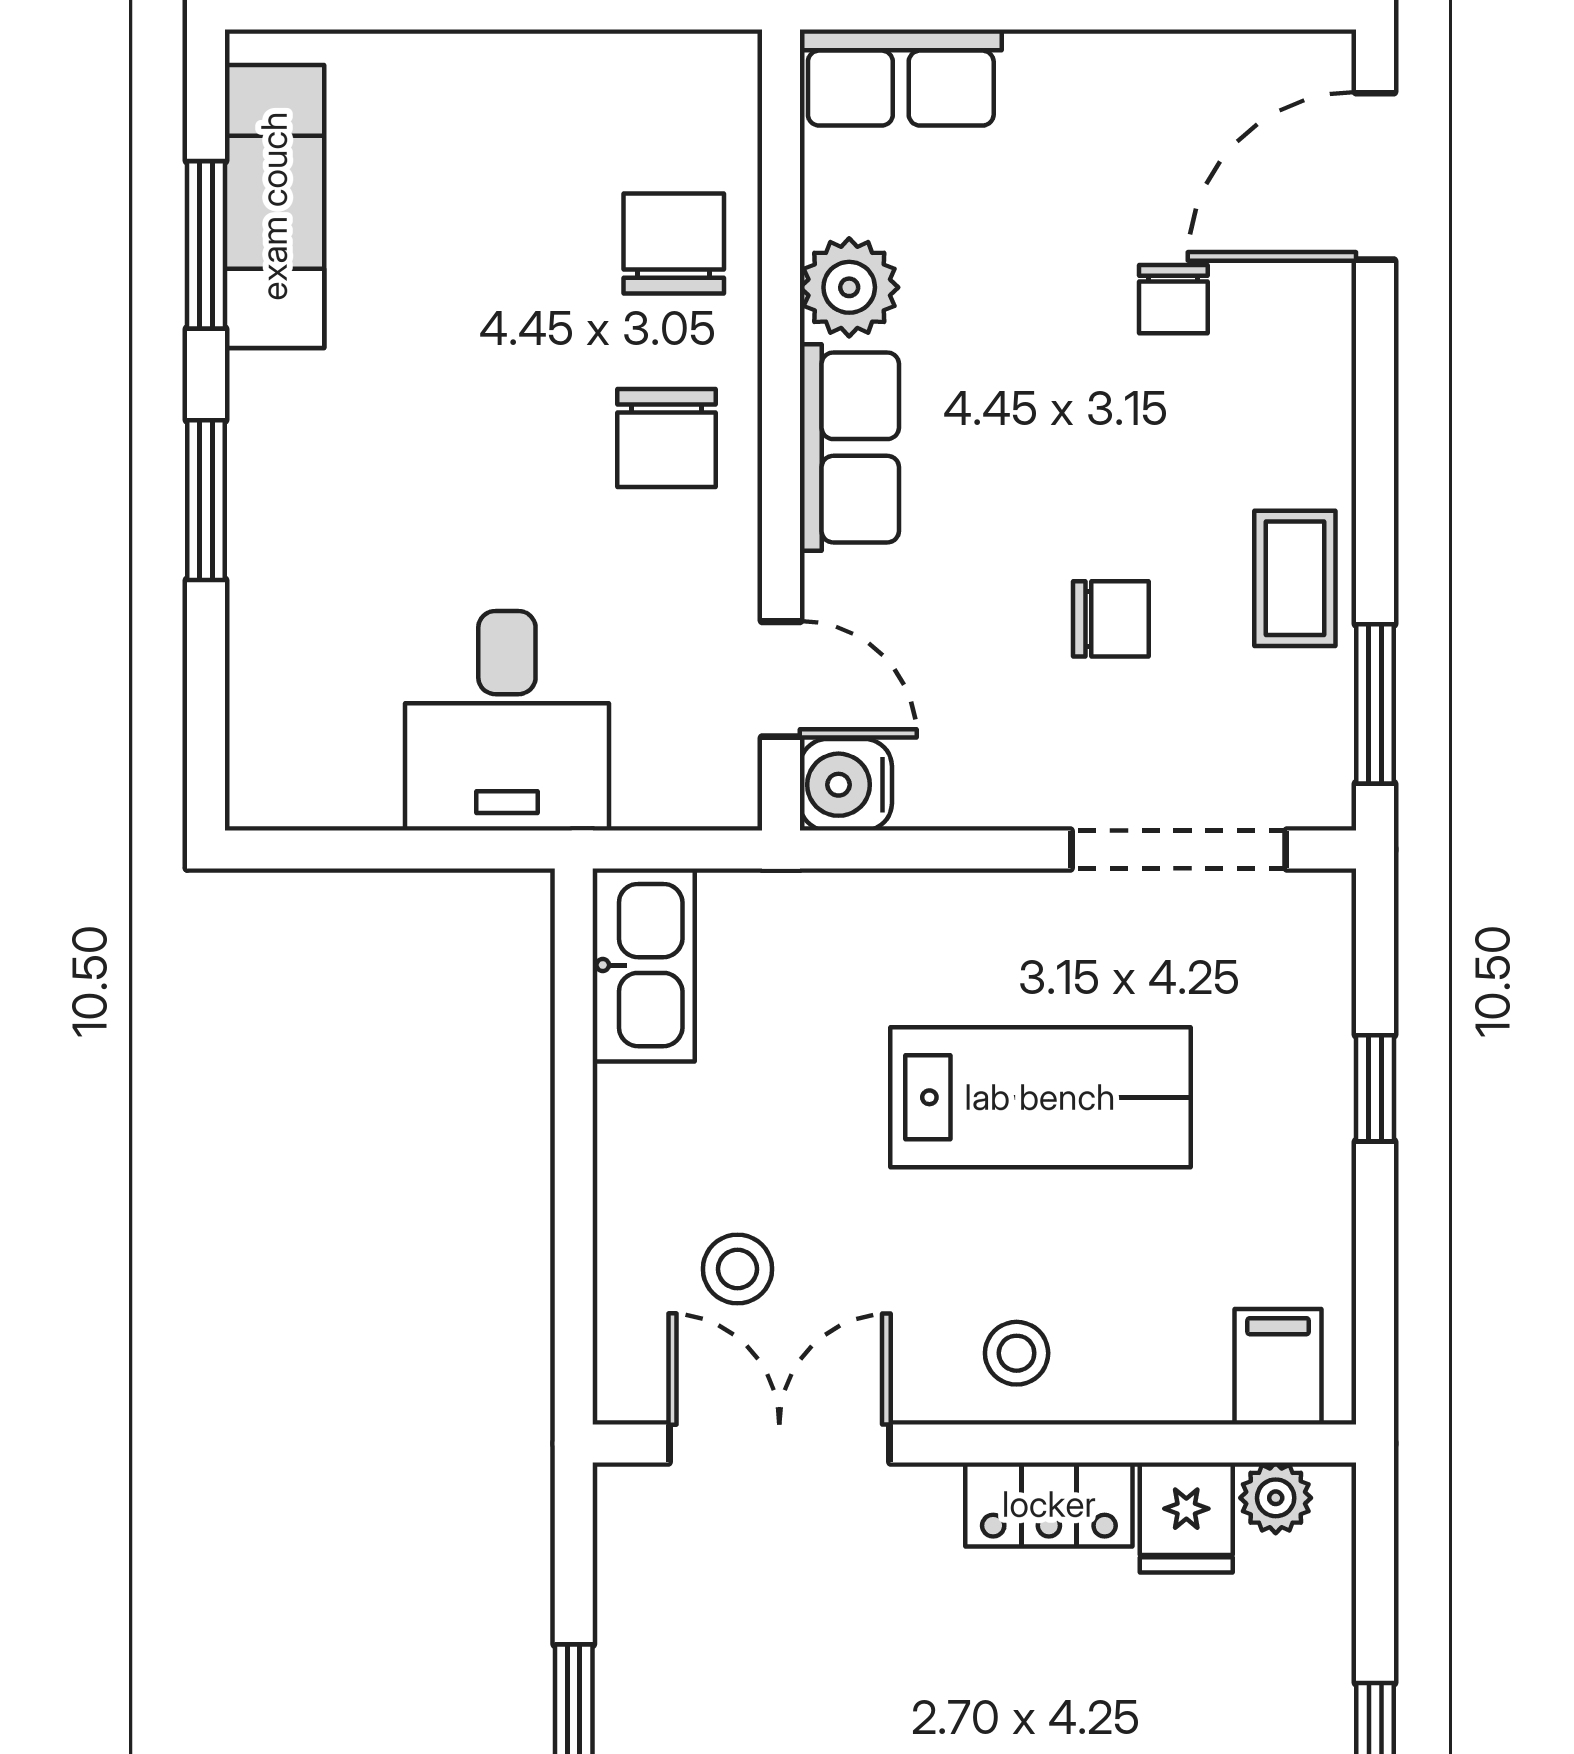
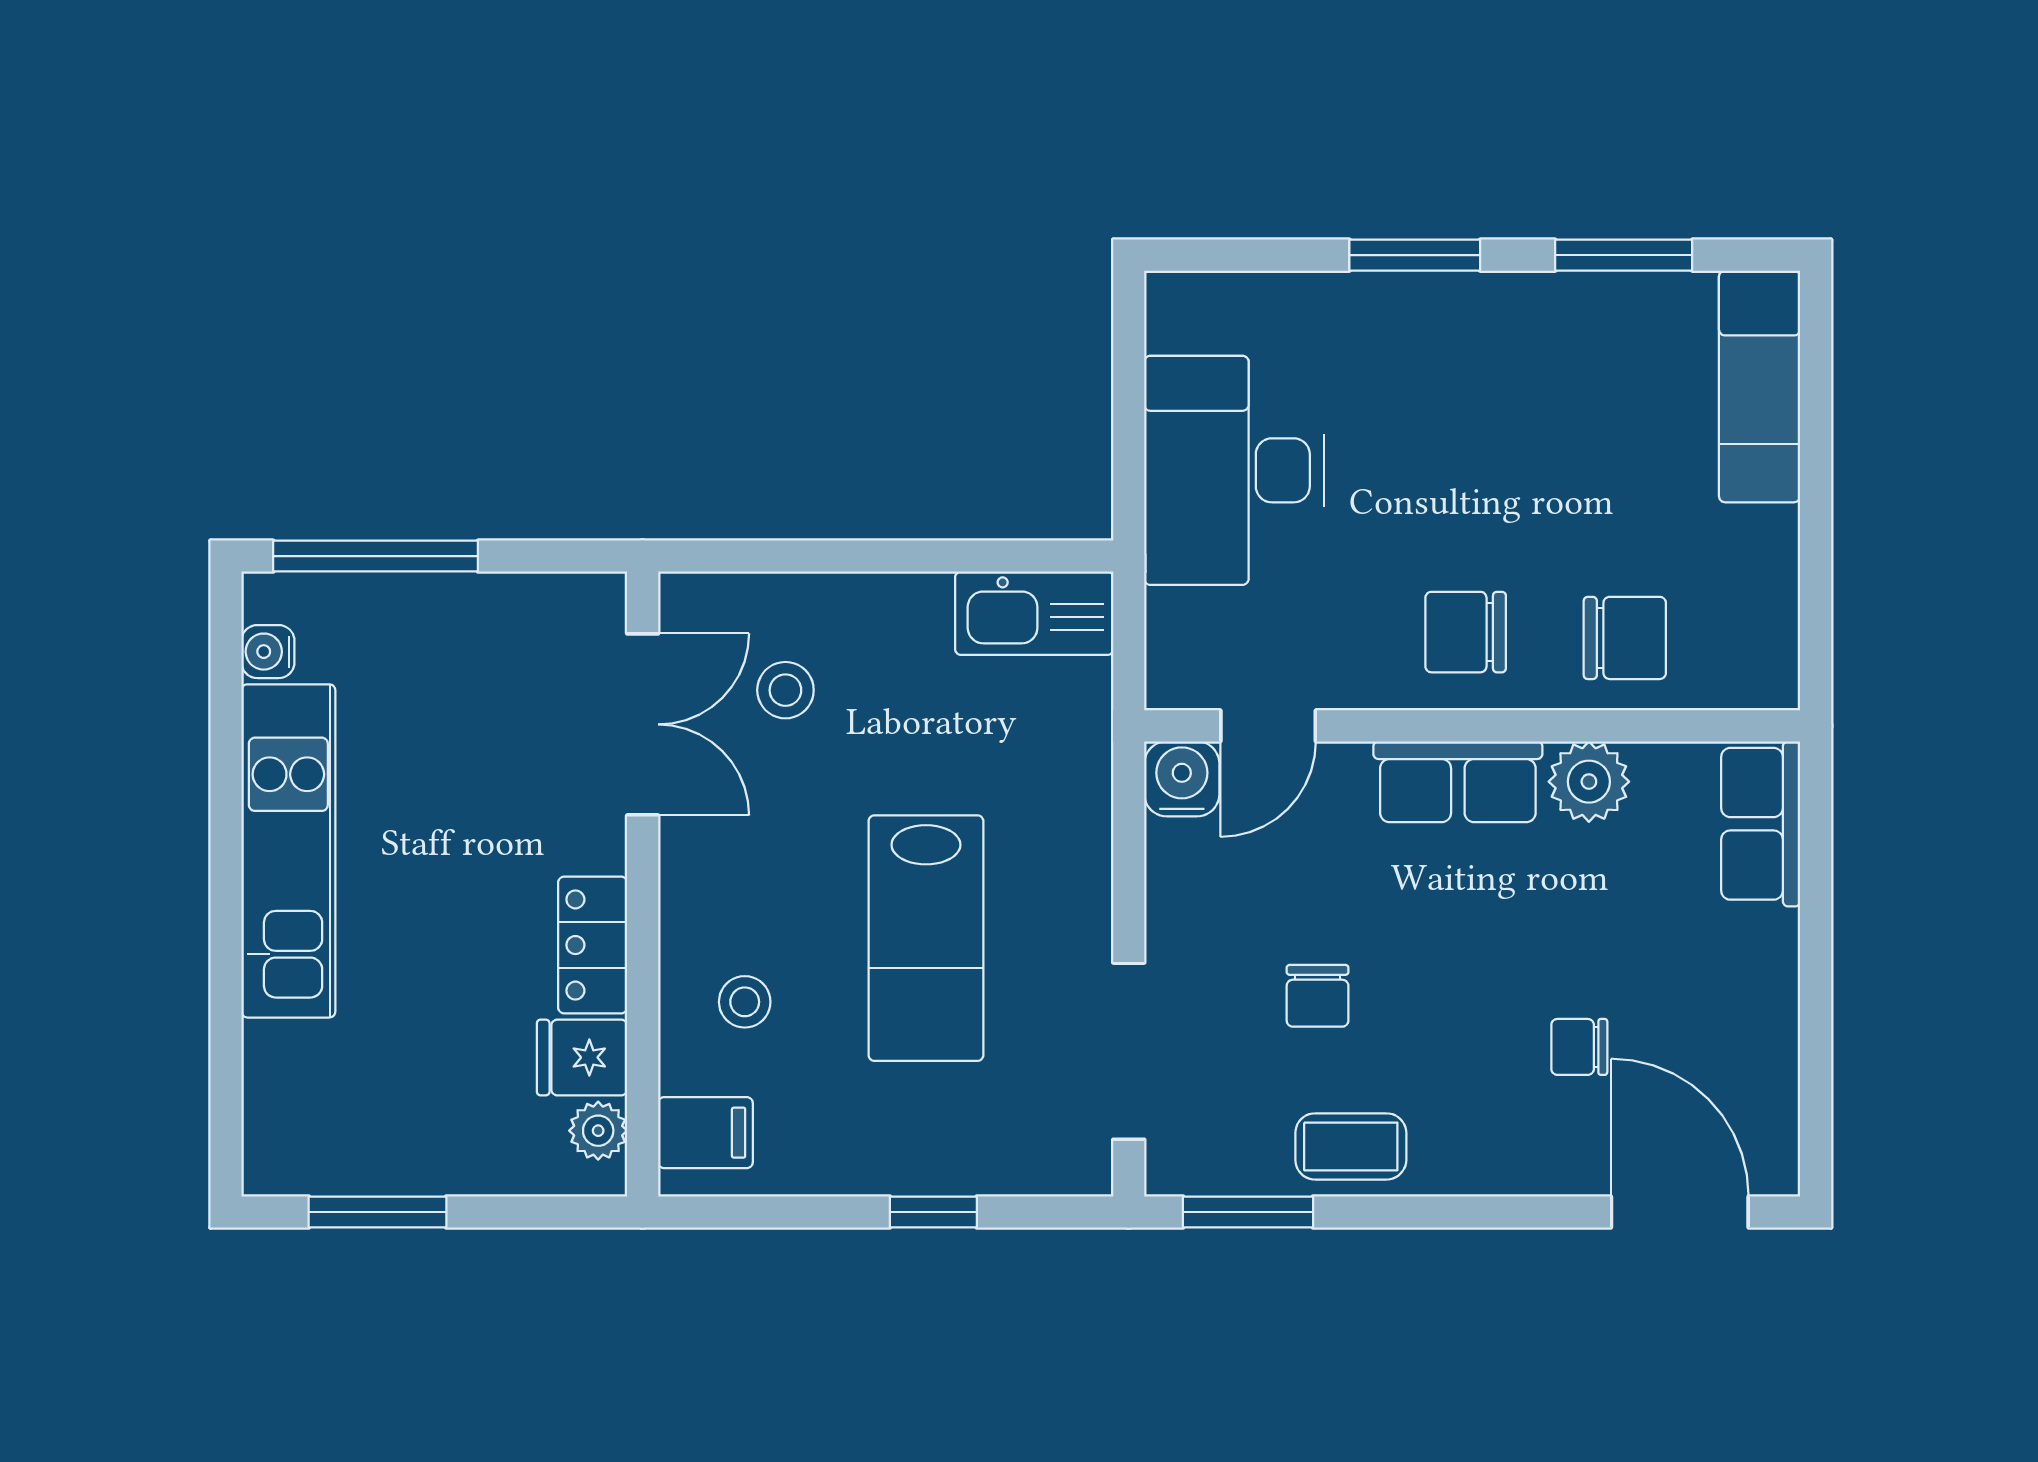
exam couch: (274, 206) -> (1760, 386), moved, turned 90
desk: (507, 721) -> (1234, 470), width x1.37
stool: (1017, 1353) -> (745, 1002), moved

